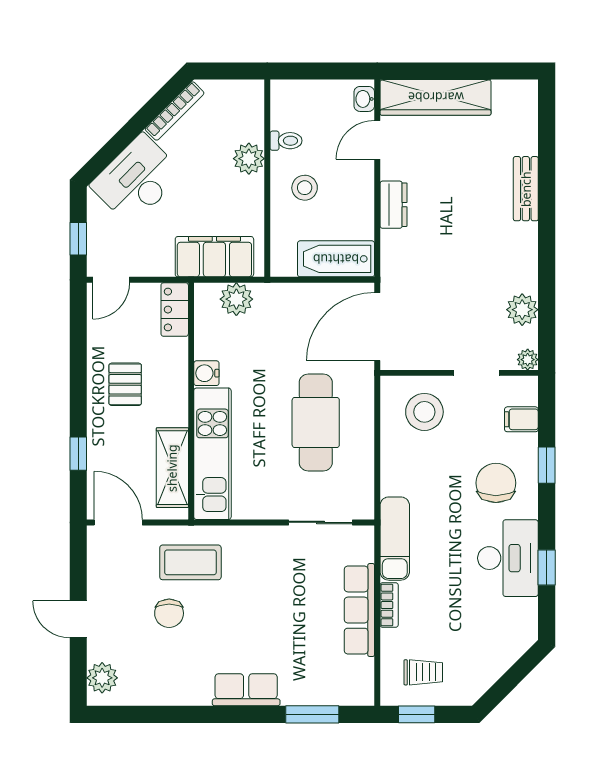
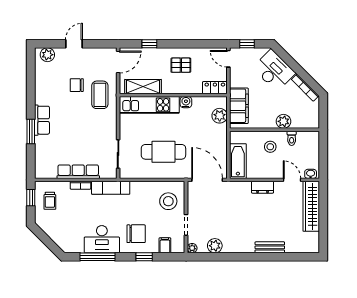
window: (547, 567) -> (98, 257), width x2.17
window: (312, 714) -> (31, 131), moved

